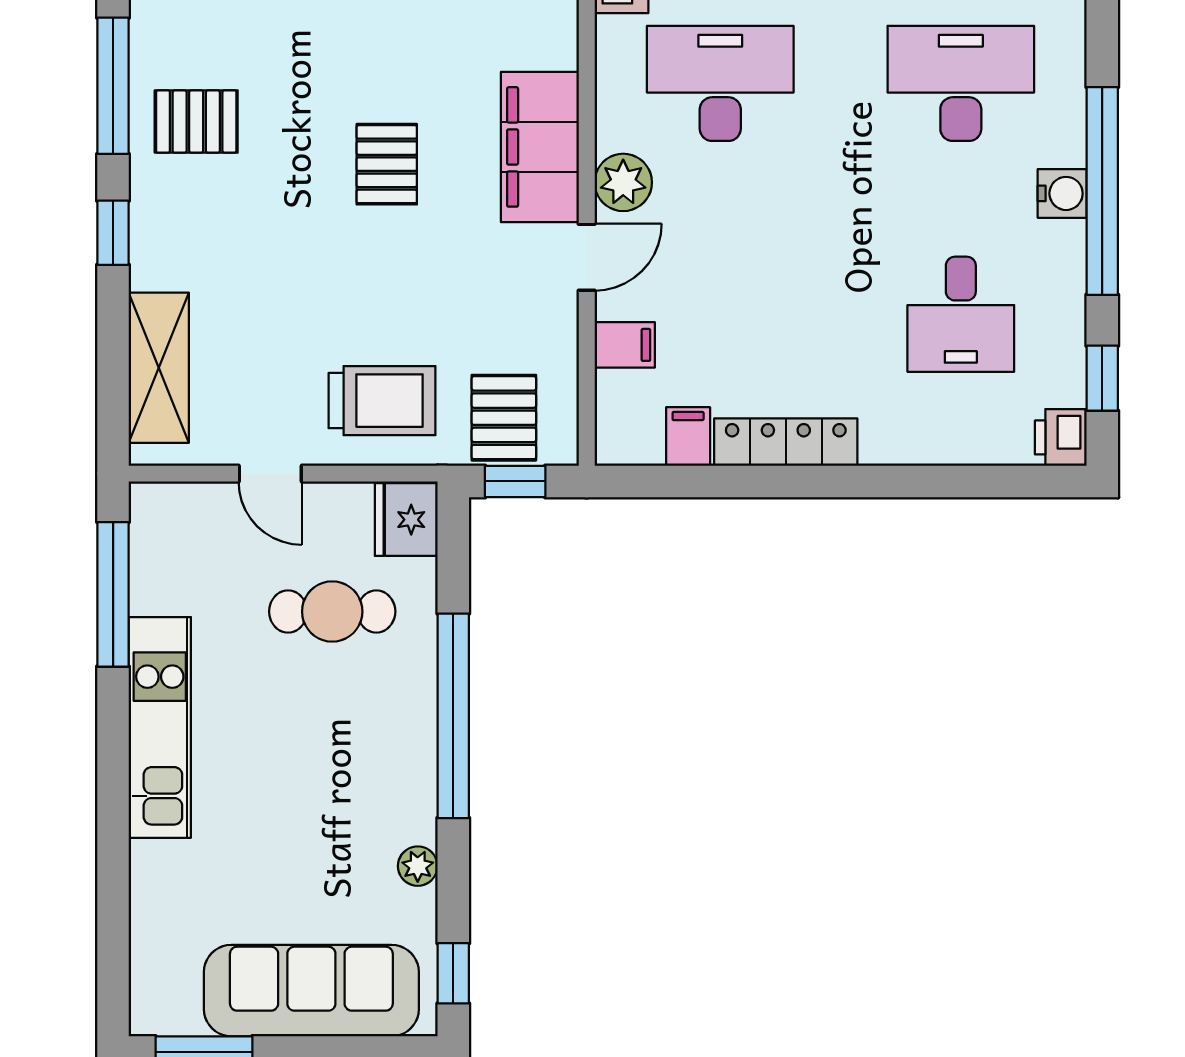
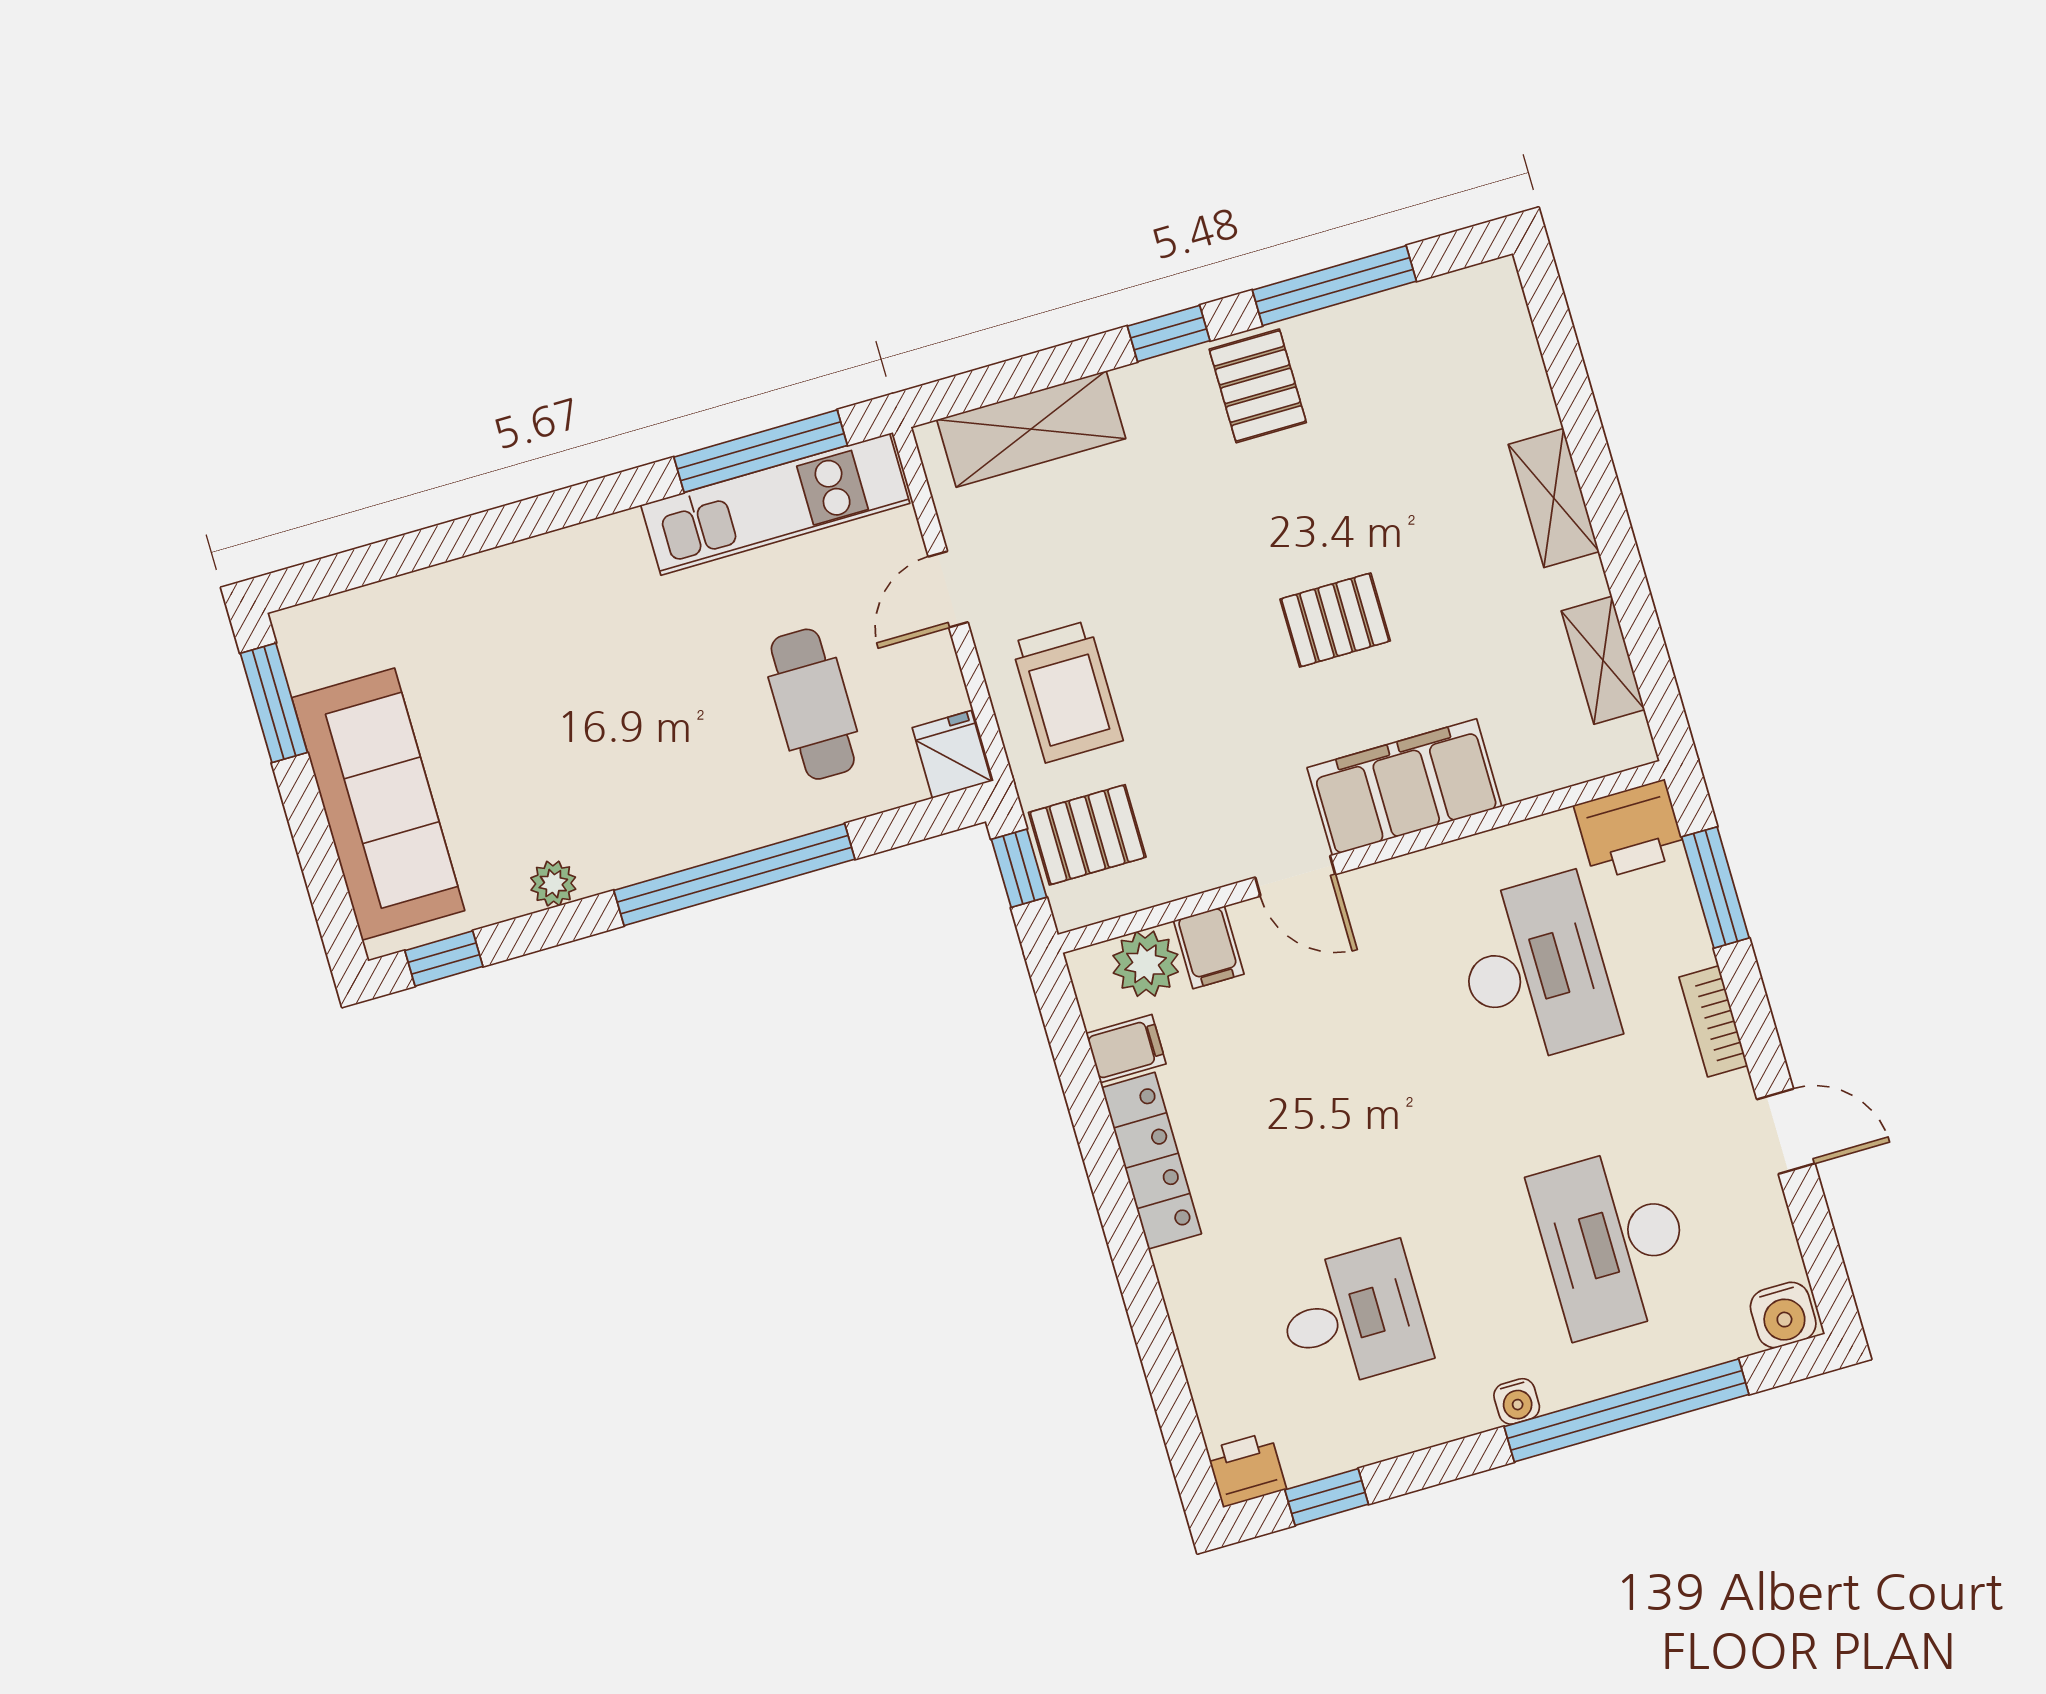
desk: (961, 83) -> (1613, 1241), turned 180
pallet: (196, 122) -> (1258, 386), moved
plant: (623, 182) -> (1146, 964), moved
window: (1102, 191) -> (1627, 1410), moved
water cooler: (1062, 193) -> (1517, 1401), width x0.72, depth x0.72
desk: (961, 314) -> (1353, 1317), turned 180
fridge: (406, 520) -> (952, 754), width x0.72
kitchen unit: (160, 727) -> (775, 504), moved

